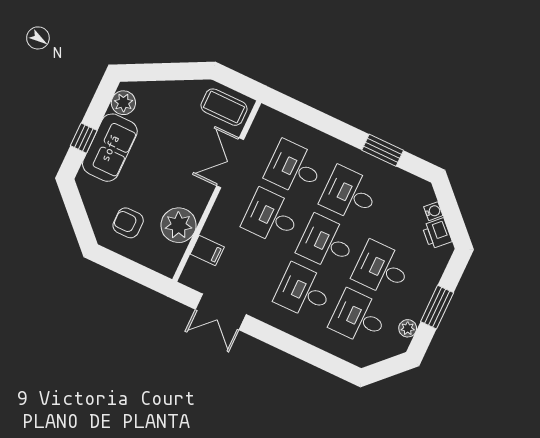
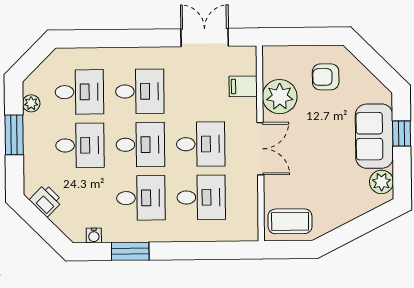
double door: (230, 163) -> (260, 149), moved
water cooler: (433, 211) -> (94, 235), moved, turned -45
armchair: (128, 223) -> (326, 77), turned 180

